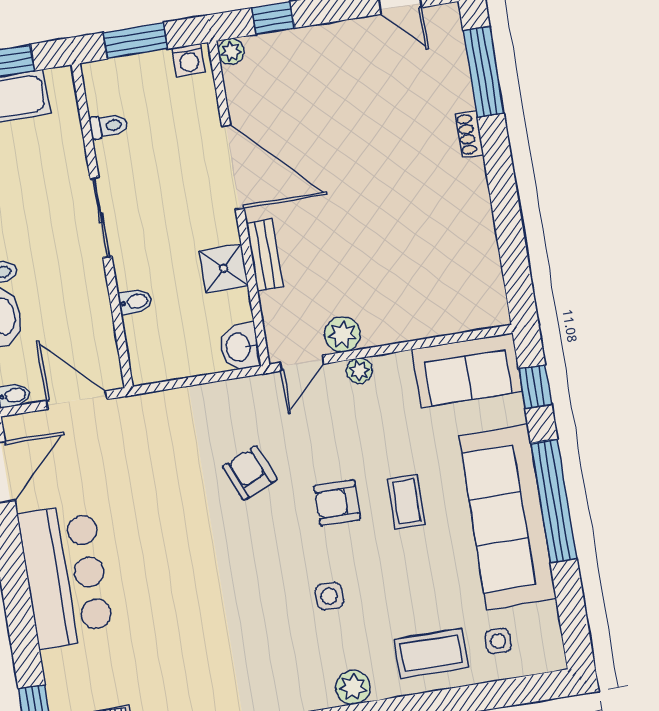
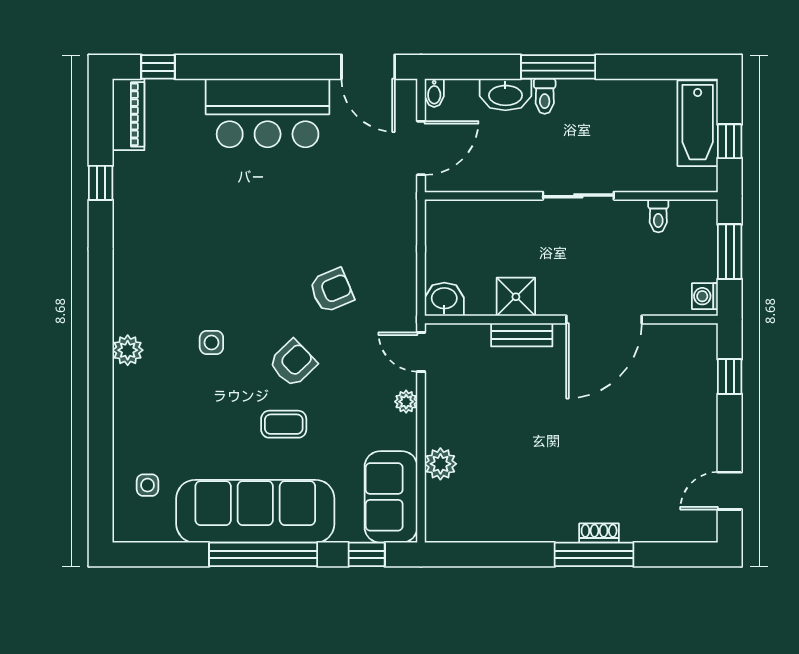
plant: (231, 51) -> (706, 335), removed
window: (484, 72) -> (594, 554), moved
bidet: (135, 302) -> (499, 214), removed
plant: (342, 334) -> (440, 464), moved
armchair: (337, 503) -> (293, 363), turned 46
coffee table: (431, 653) -> (146, 424), removed

